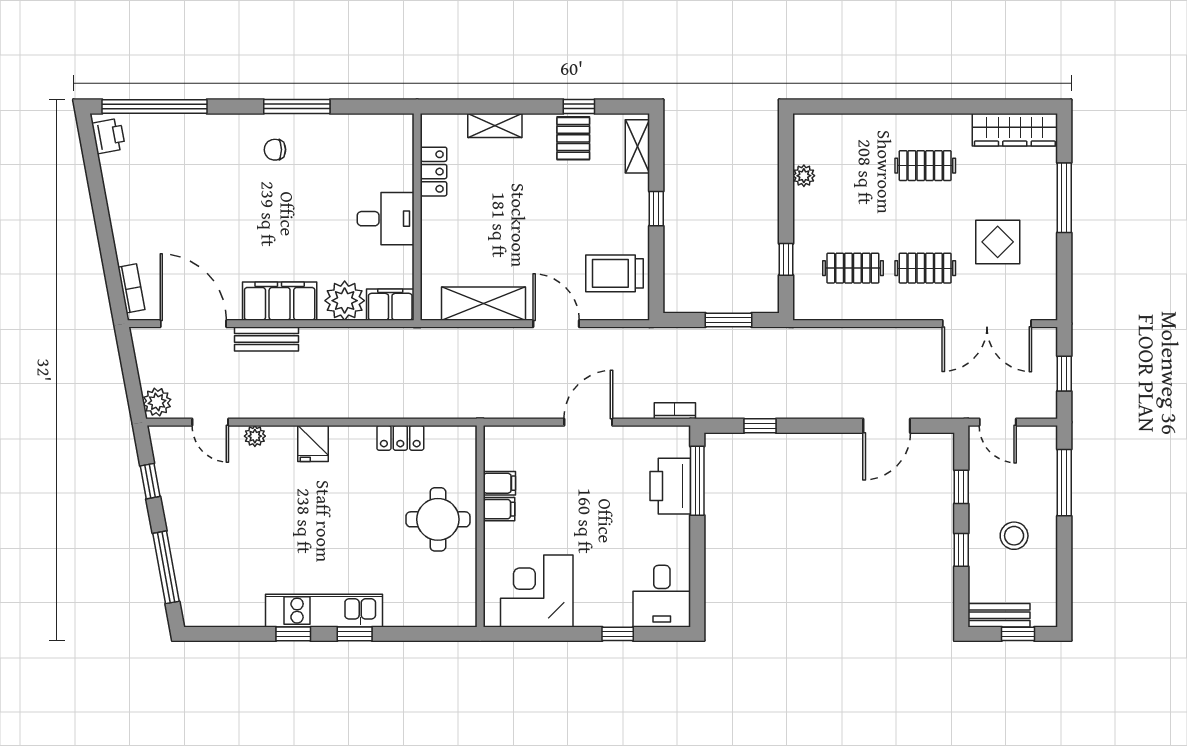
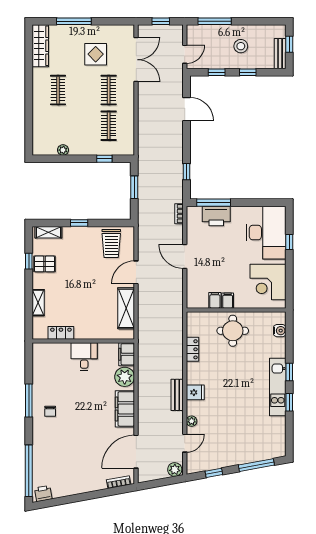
bench: (267, 339) -> (177, 395), moved
desk: (662, 596) -> (266, 233), width x1.87, depth x1.30
water cooler: (438, 614) -> (280, 331), added

